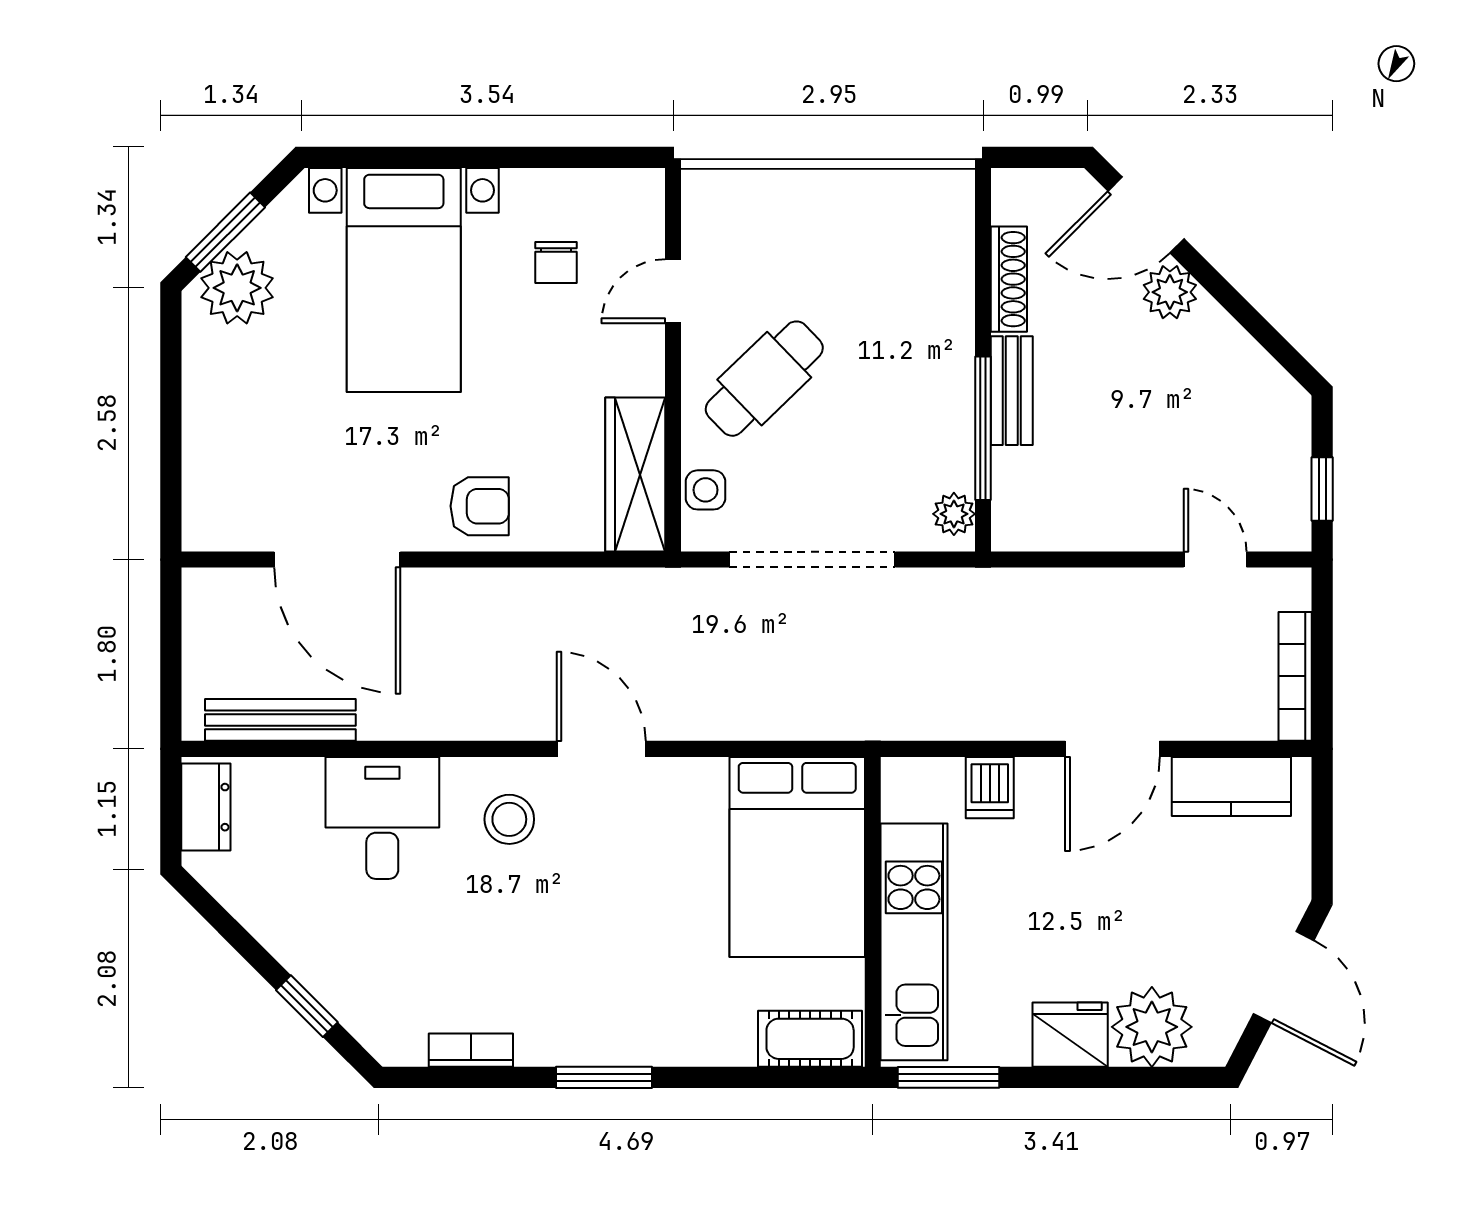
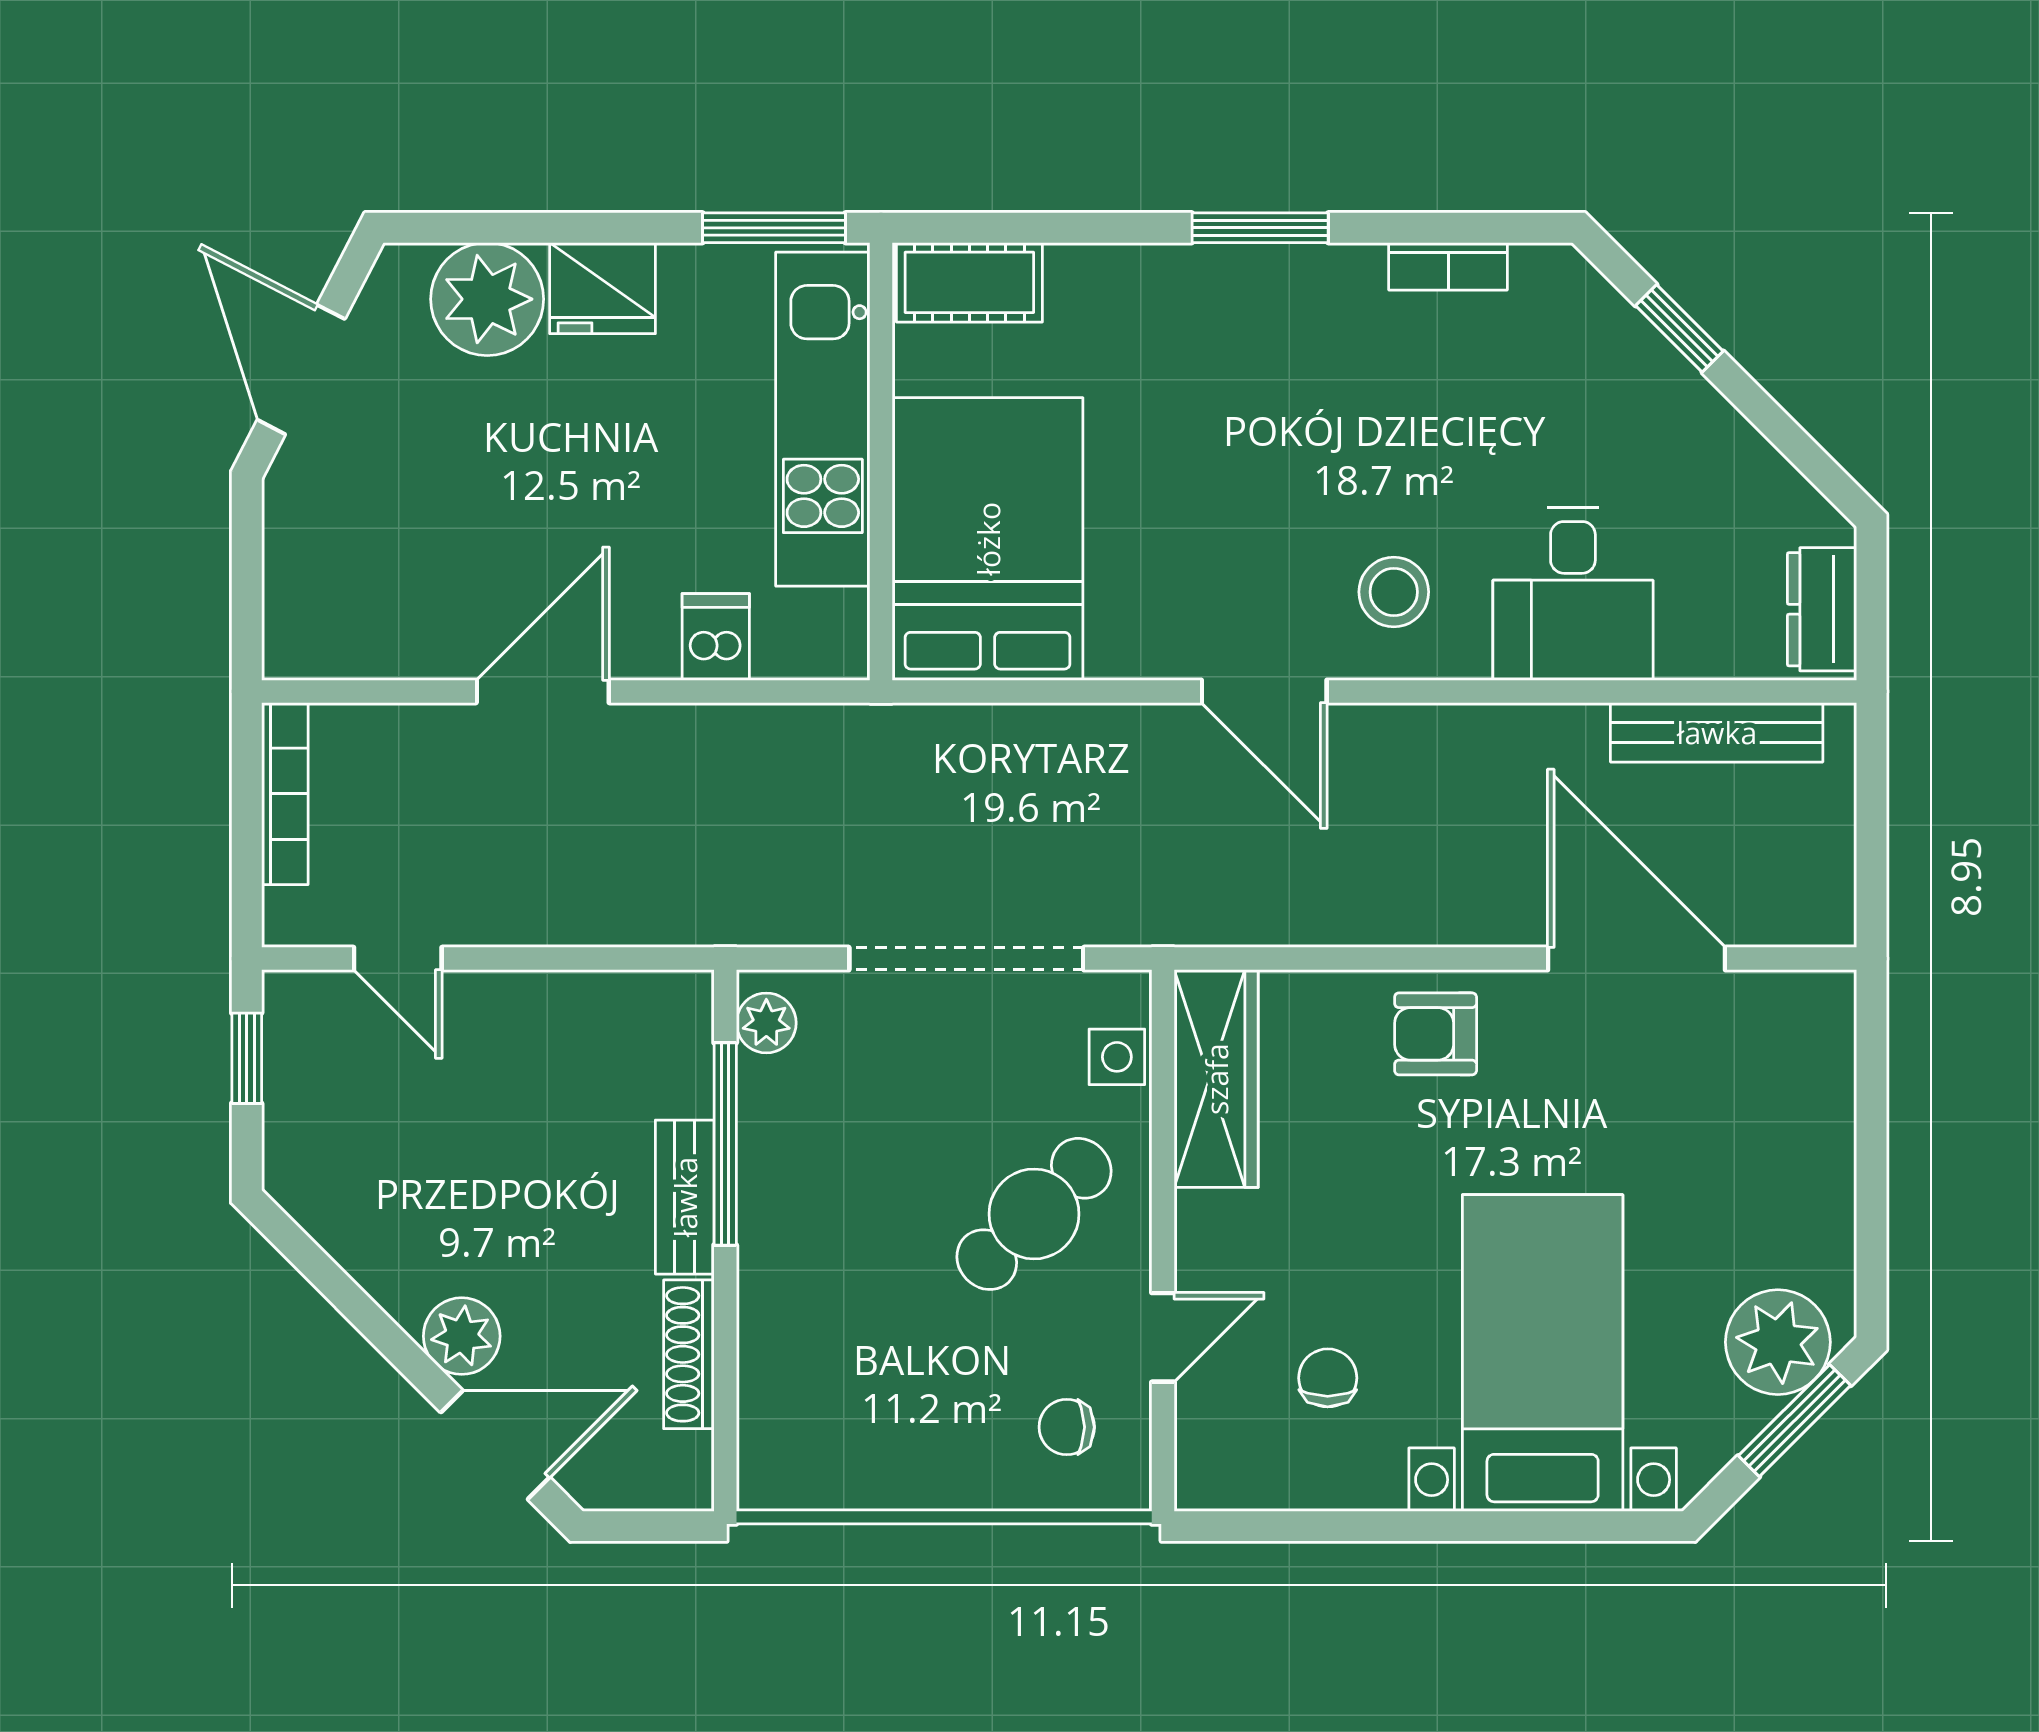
chair: (741, 228) -> (1067, 1427), added
kitchen counter: (1231, 786) -> (375, 638), removed

